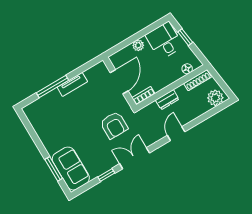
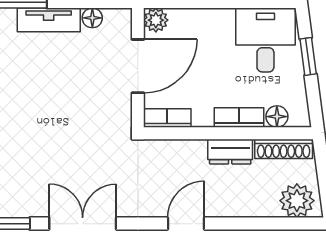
plant: (138, 45) -> (156, 20), moved
floor lamp: (89, 73) -> (92, 18), added
bookcase: (172, 78) -> (239, 118), added
dresser: (167, 100) -> (230, 152), moved
armchair: (114, 125) -> (81, 140), removed

